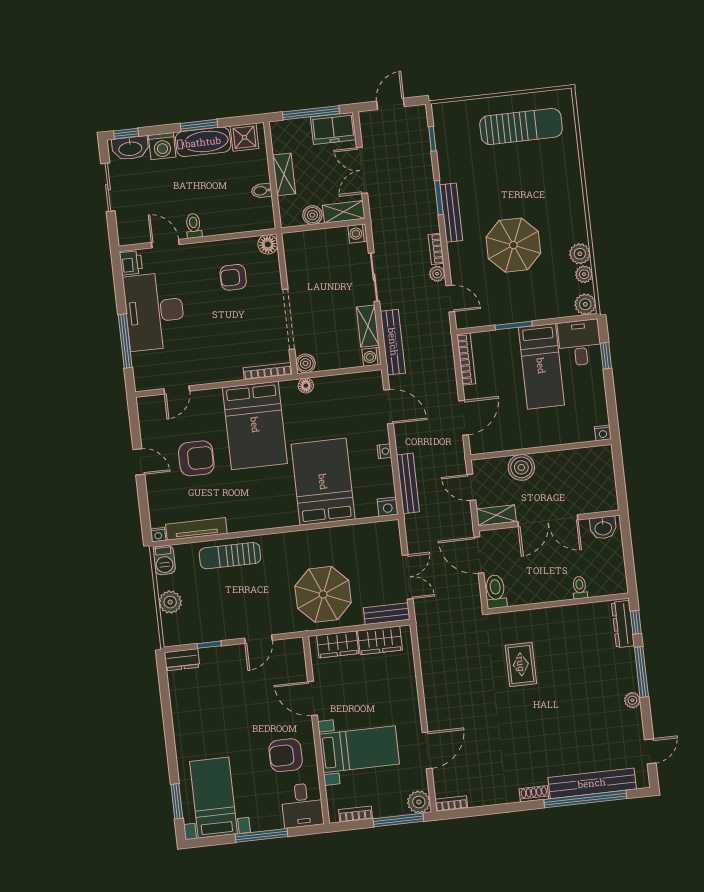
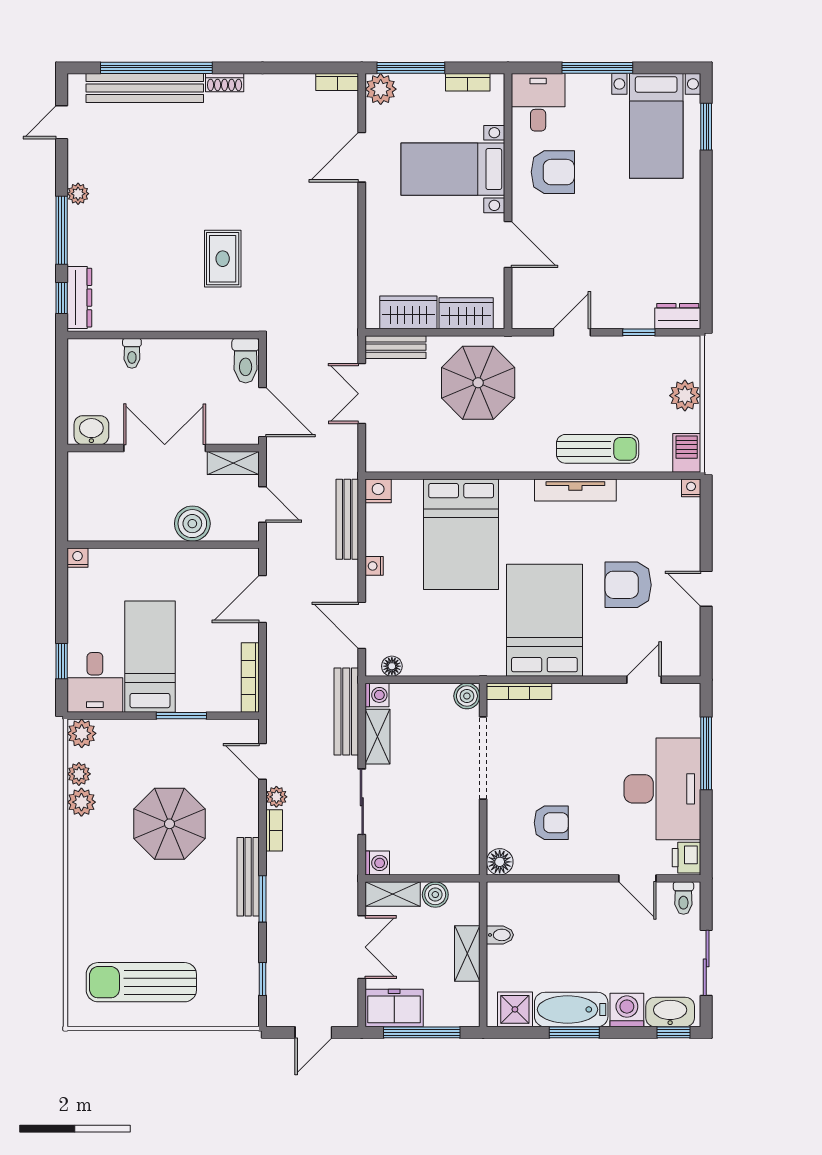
toilet: (194, 226) -> (683, 898), moved
floor lamp: (306, 386) -> (392, 666), moved
tv unit: (196, 529) -> (575, 490), moved

